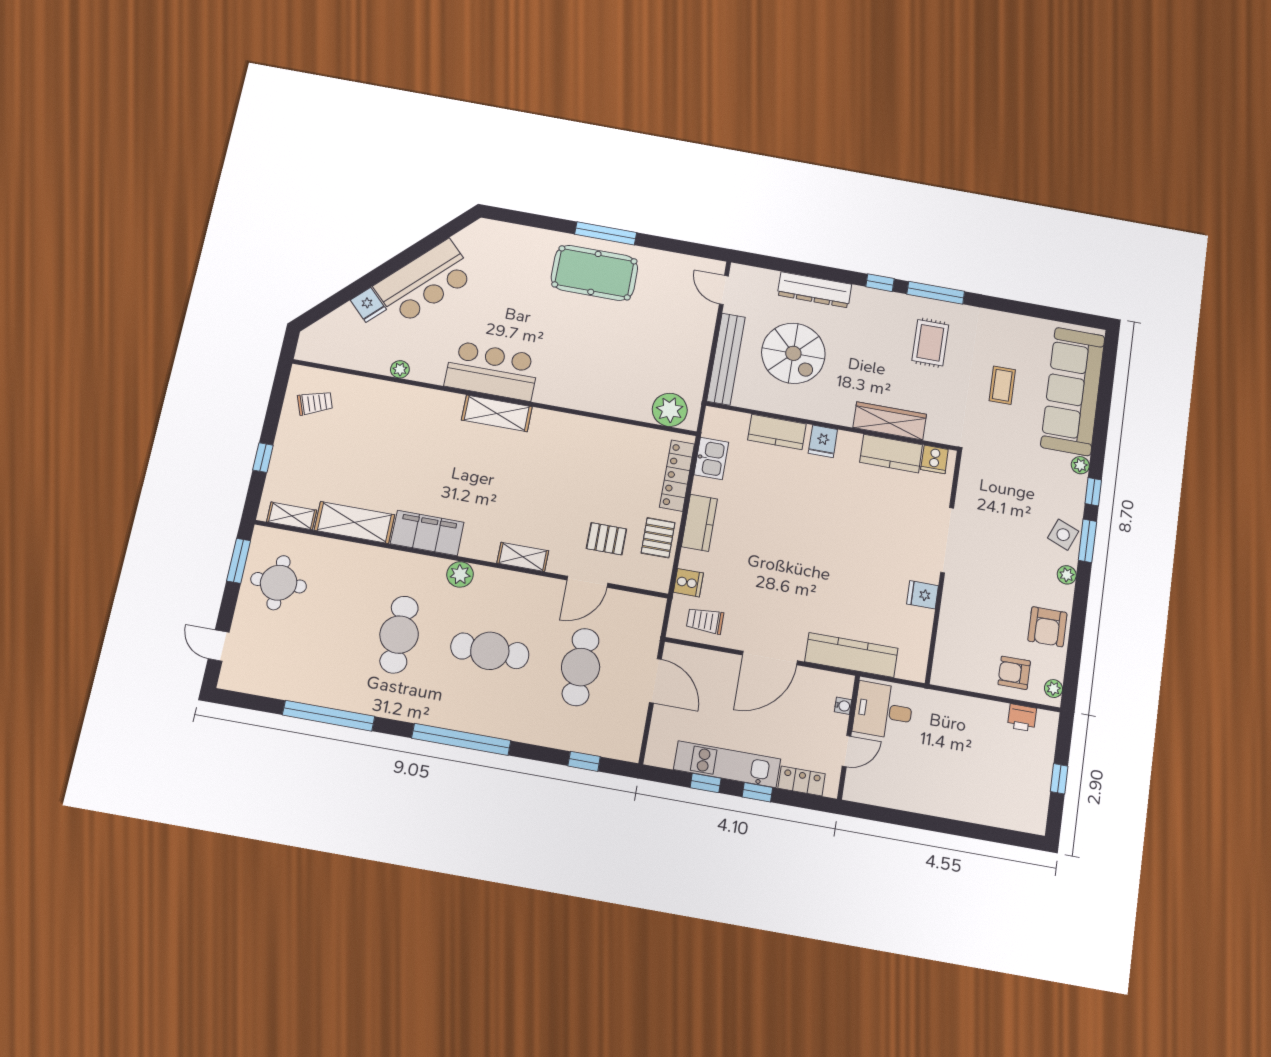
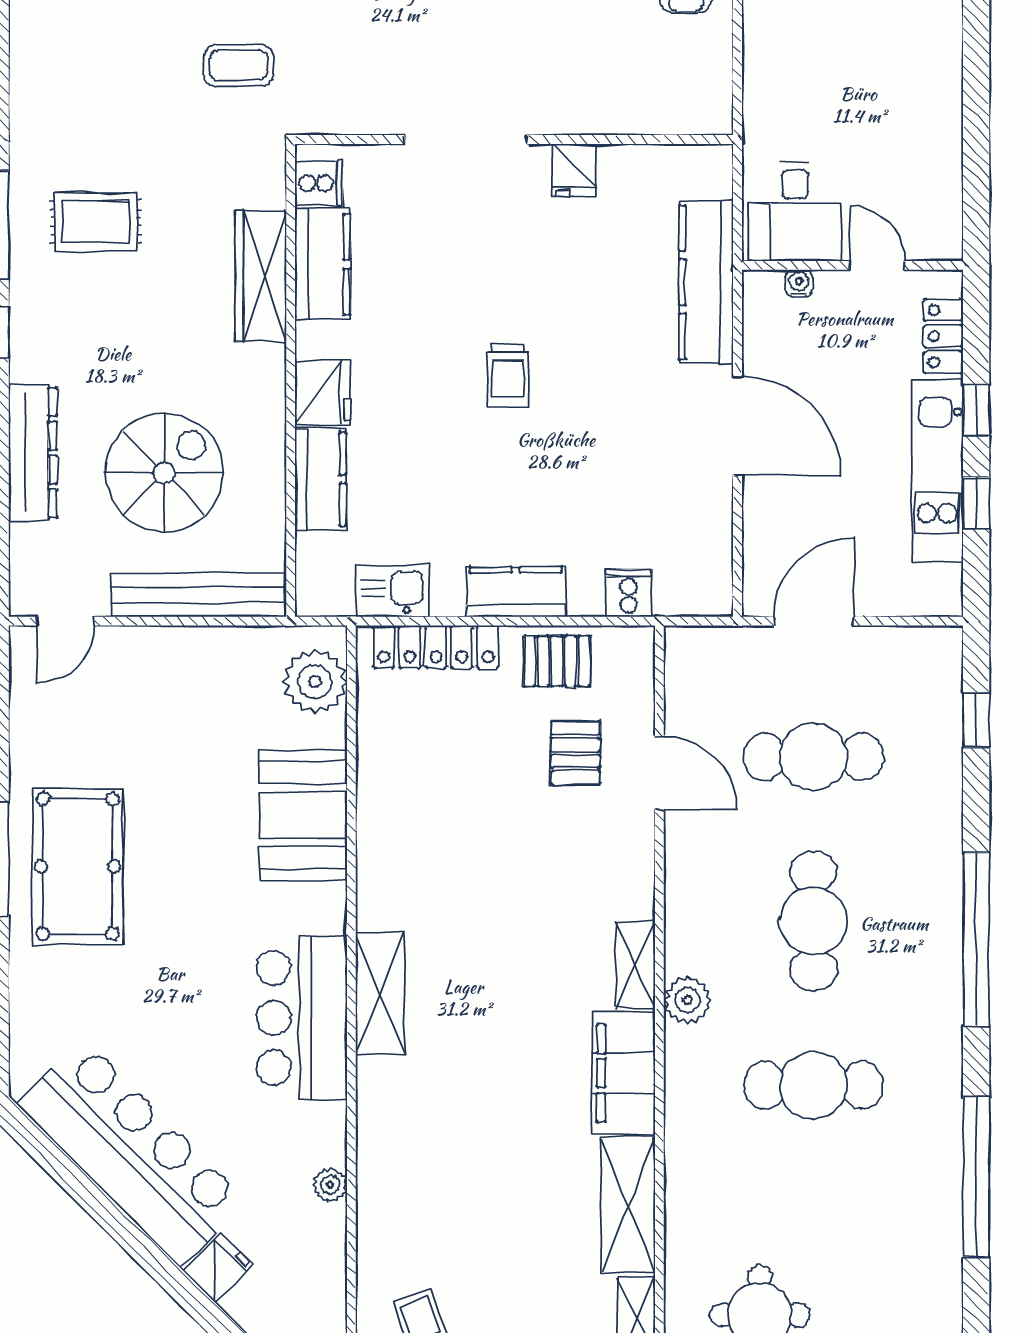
bar counter: (425, 282) -> (132, 1152), width x1.36
coffee table: (1002, 385) -> (239, 65), moved
booth: (600, 391) -> (303, 815), added
fridge: (823, 441) -> (323, 392), width x1.38
shelving: (523, 557) -> (636, 965), moved
trolley: (705, 621) -> (508, 375), moved

